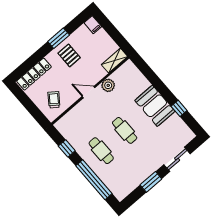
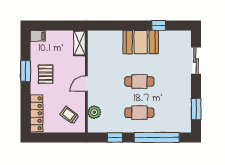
pallet: (69, 55) -> (46, 74), turned 90
plant: (108, 85) -> (94, 112), moved
window: (151, 182) -> (196, 109), moved

